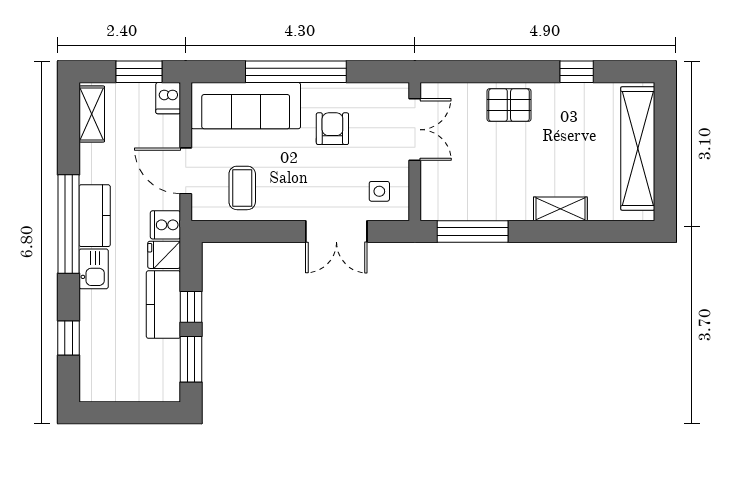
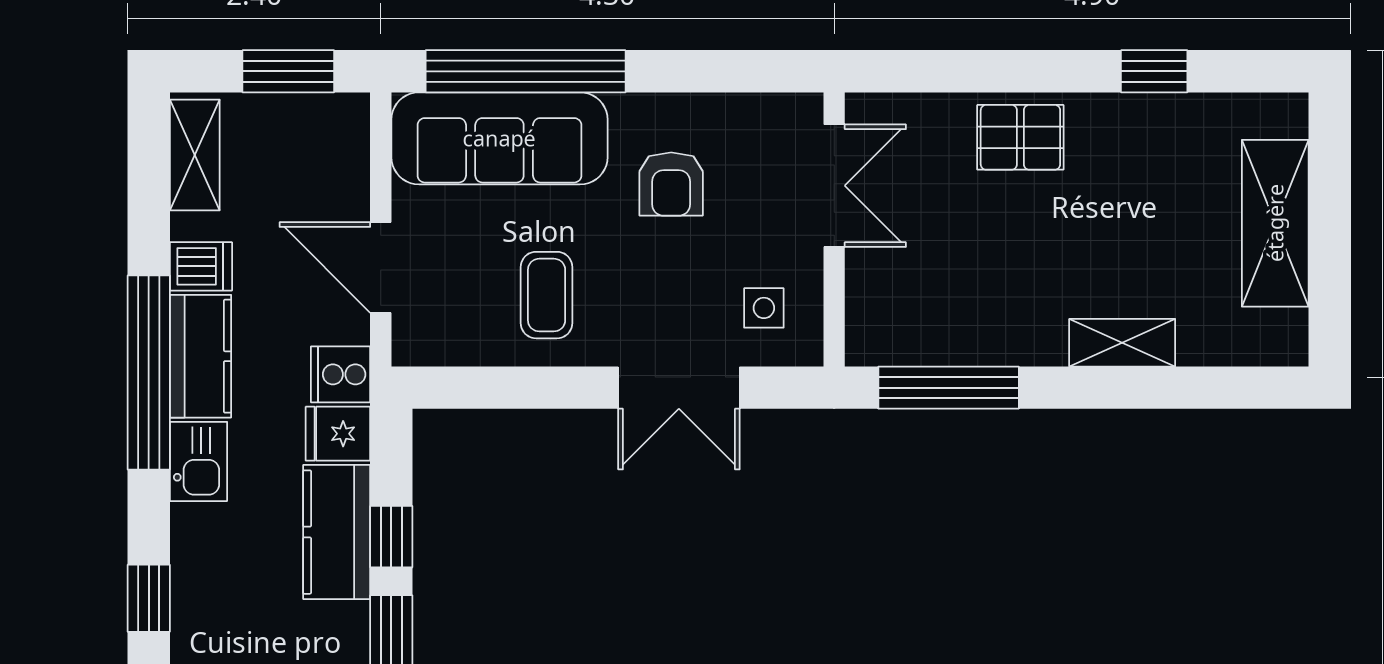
window: (296, 72) -> (526, 71), moved
dishwasher: (168, 98) -> (201, 266), moved, turned -90
armchair: (332, 129) -> (671, 184), turned 180
shelving: (638, 148) -> (1275, 223), width x0.68
coffee table: (242, 188) -> (547, 295), moved

